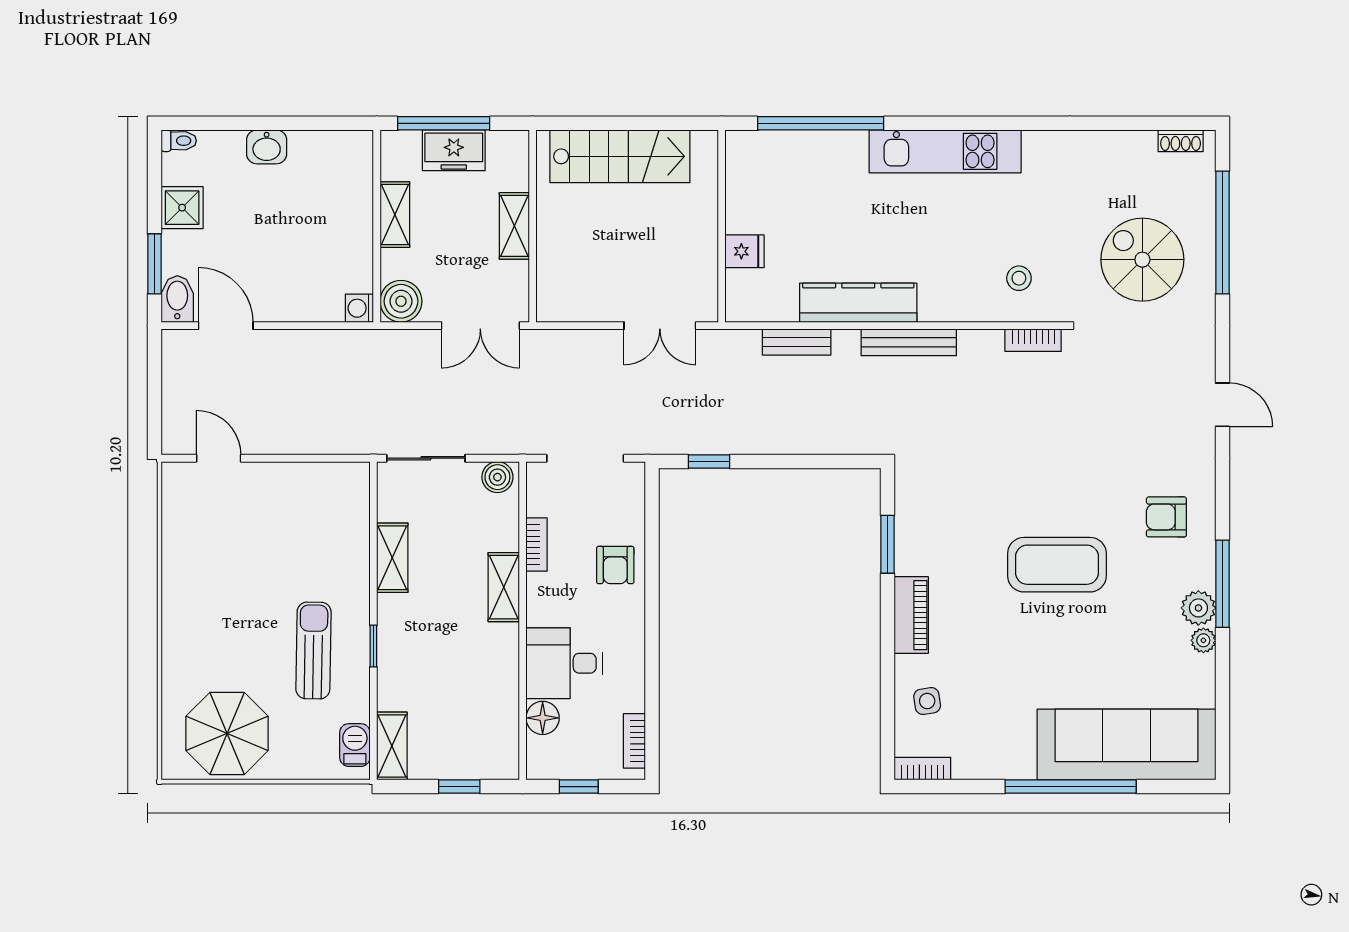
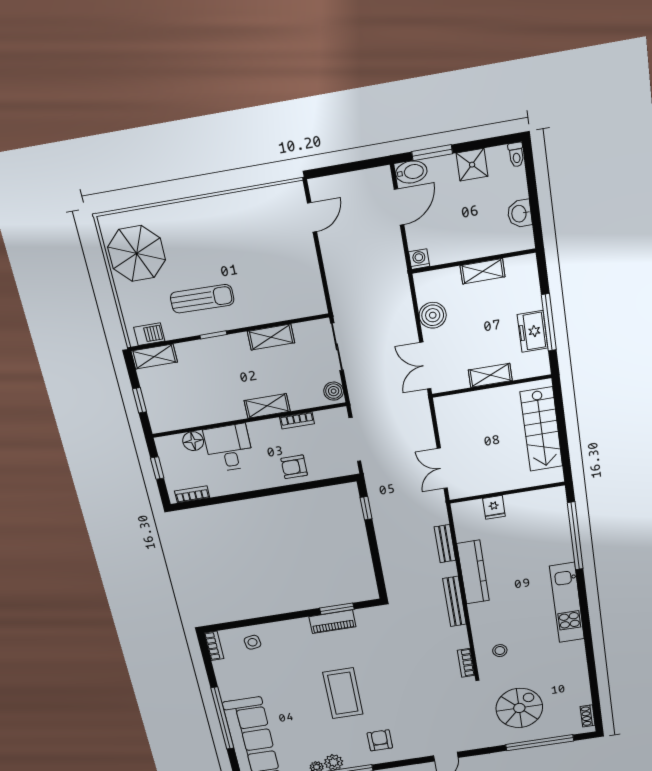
shelving: (395, 215) -> (483, 271), moved
wall: (377, 226) -> (474, 261), moved
washing machine: (359, 308) -> (419, 259), moved
piano: (911, 615) -> (332, 622), moved

